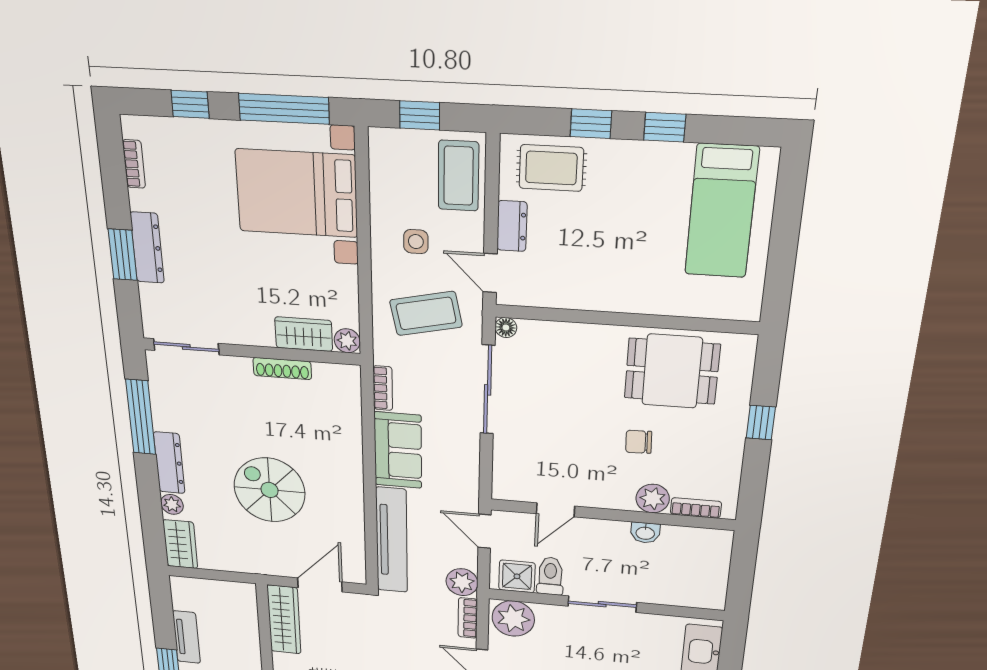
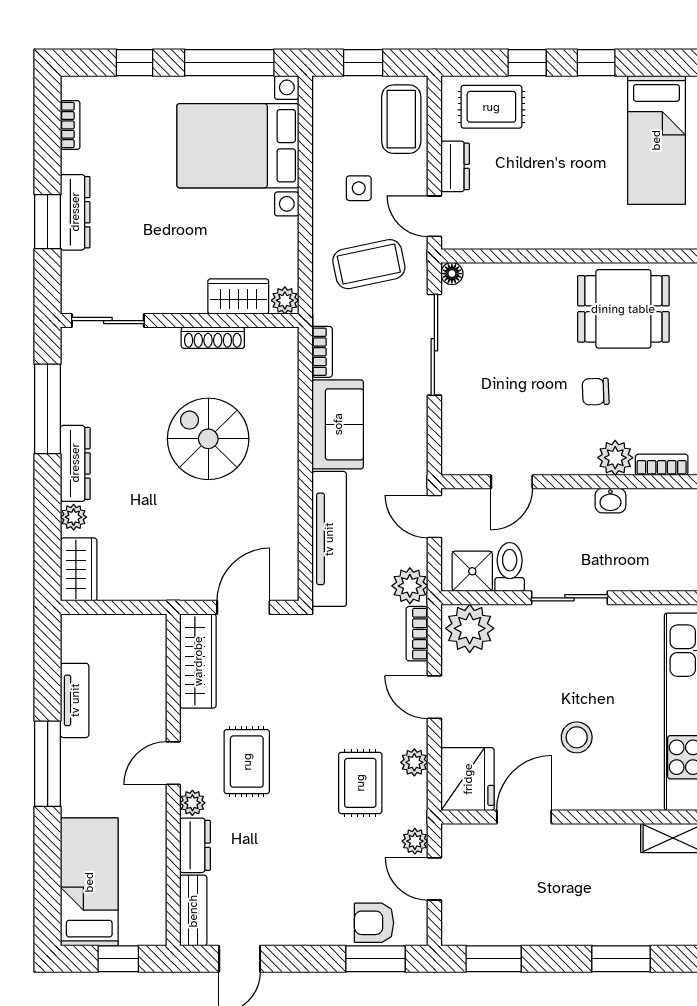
spiral stairs: (270, 490) -> (208, 439), moved

